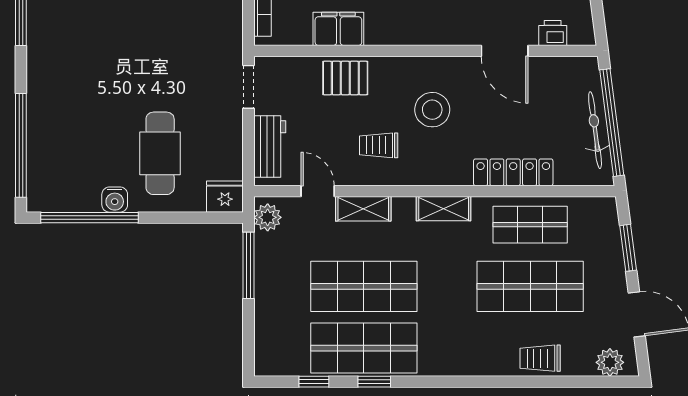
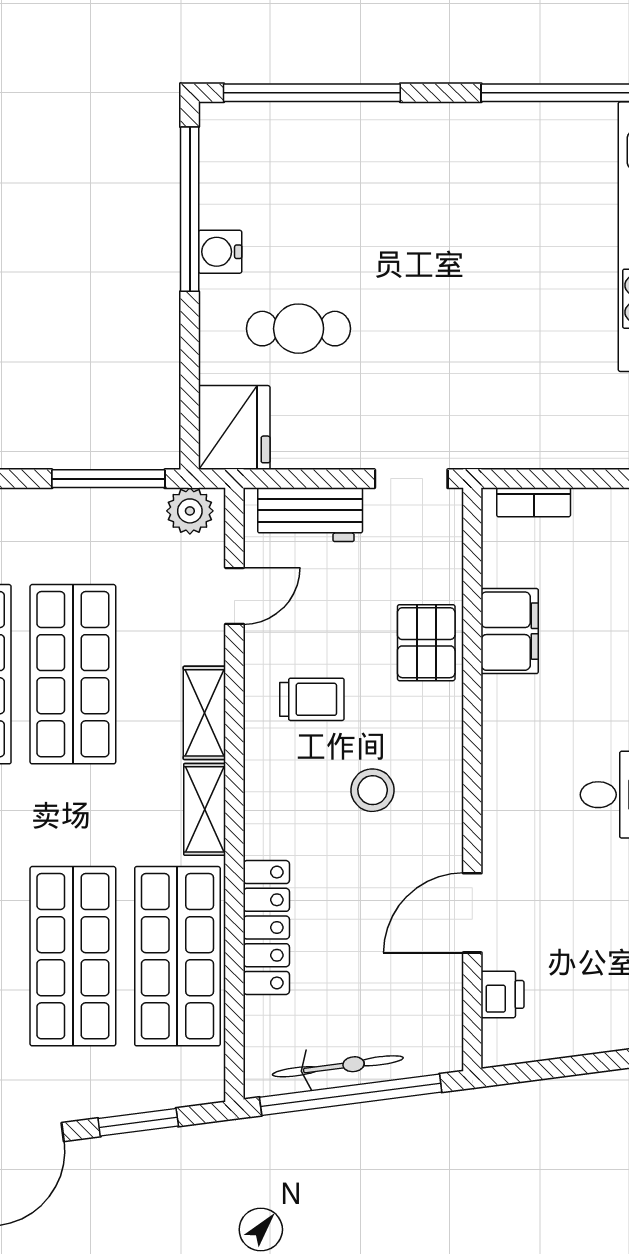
stool: (432, 110) -> (373, 790), width x0.73, depth x0.73
trolley: (379, 145) -> (312, 699), turned 90
cafe table: (160, 153) -> (299, 329), width x0.73, depth x0.74
fridge: (225, 197) -> (234, 428), width x1.36, depth x1.34
shelving: (363, 209) -> (204, 713), moved
shop shelf: (530, 225) -> (177, 956), width x1.43, depth x1.36

